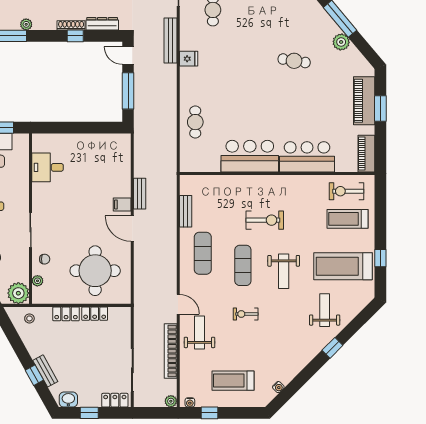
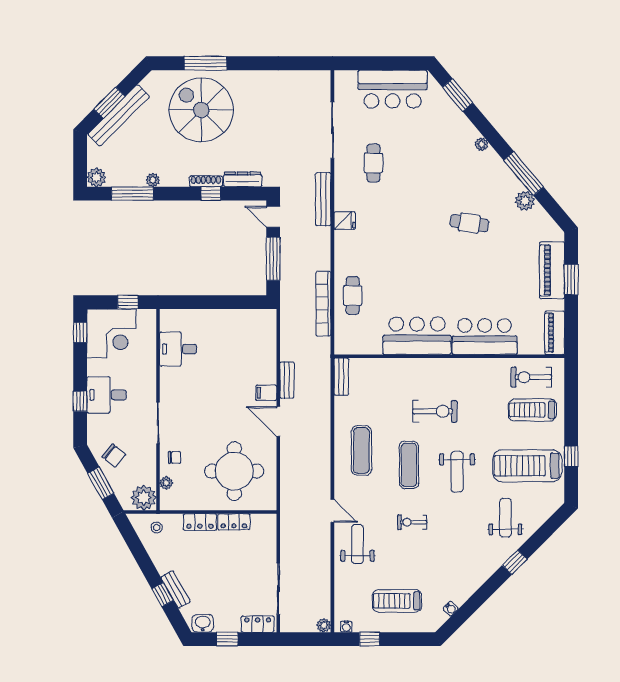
bench: (186, 211) -> (341, 377), moved
bookcase: (171, 351) -> (323, 304), moved

